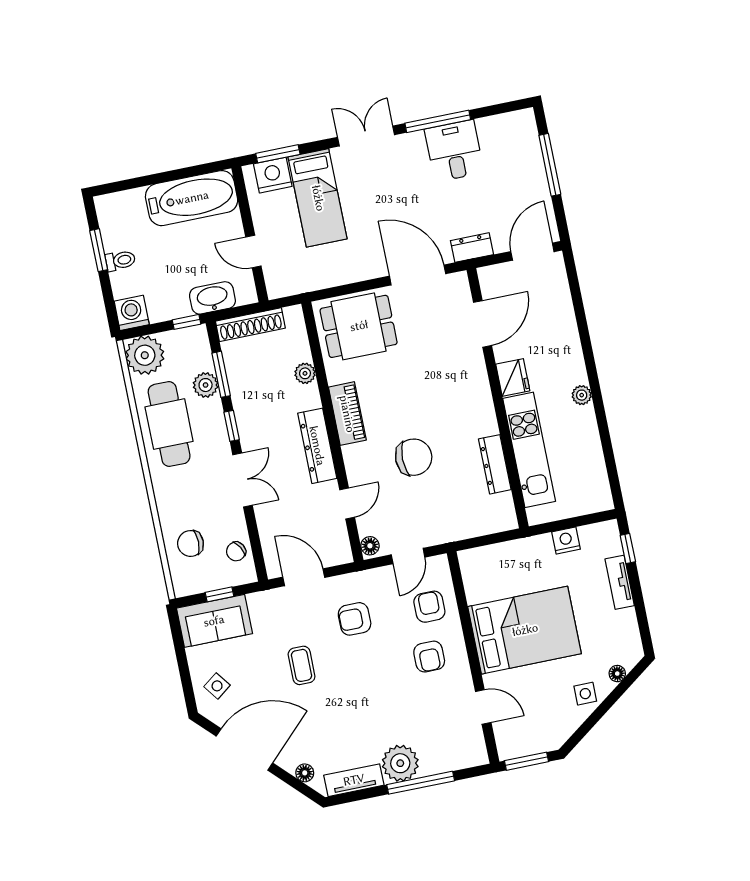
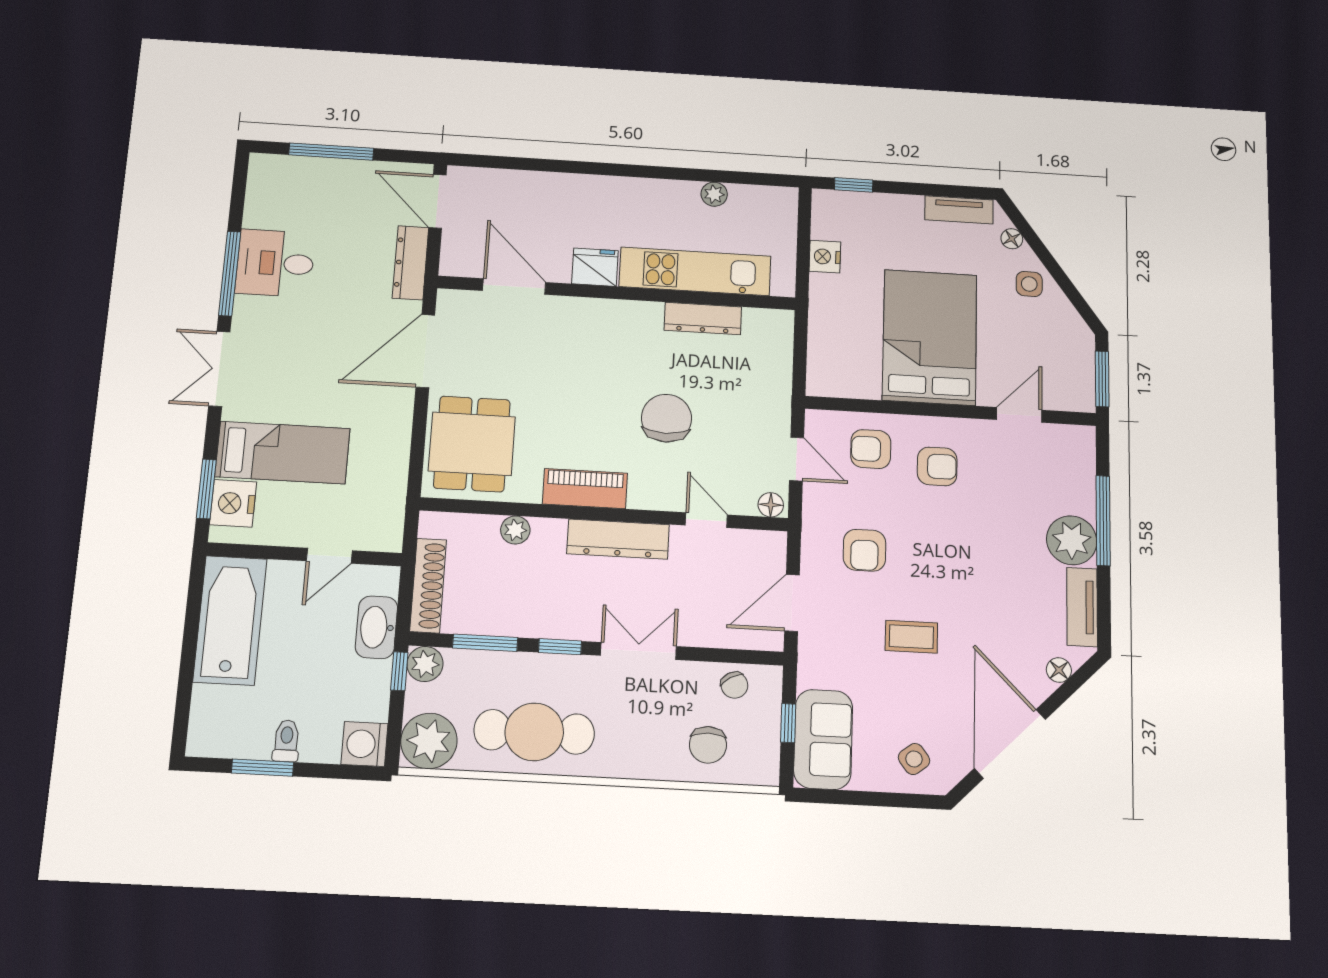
dresser: (472, 248) -> (411, 263), width x1.44
plant: (206, 385) -> (425, 664), moved
plant: (582, 395) -> (714, 194), moved
tv unit: (620, 582) -> (959, 210), moved

